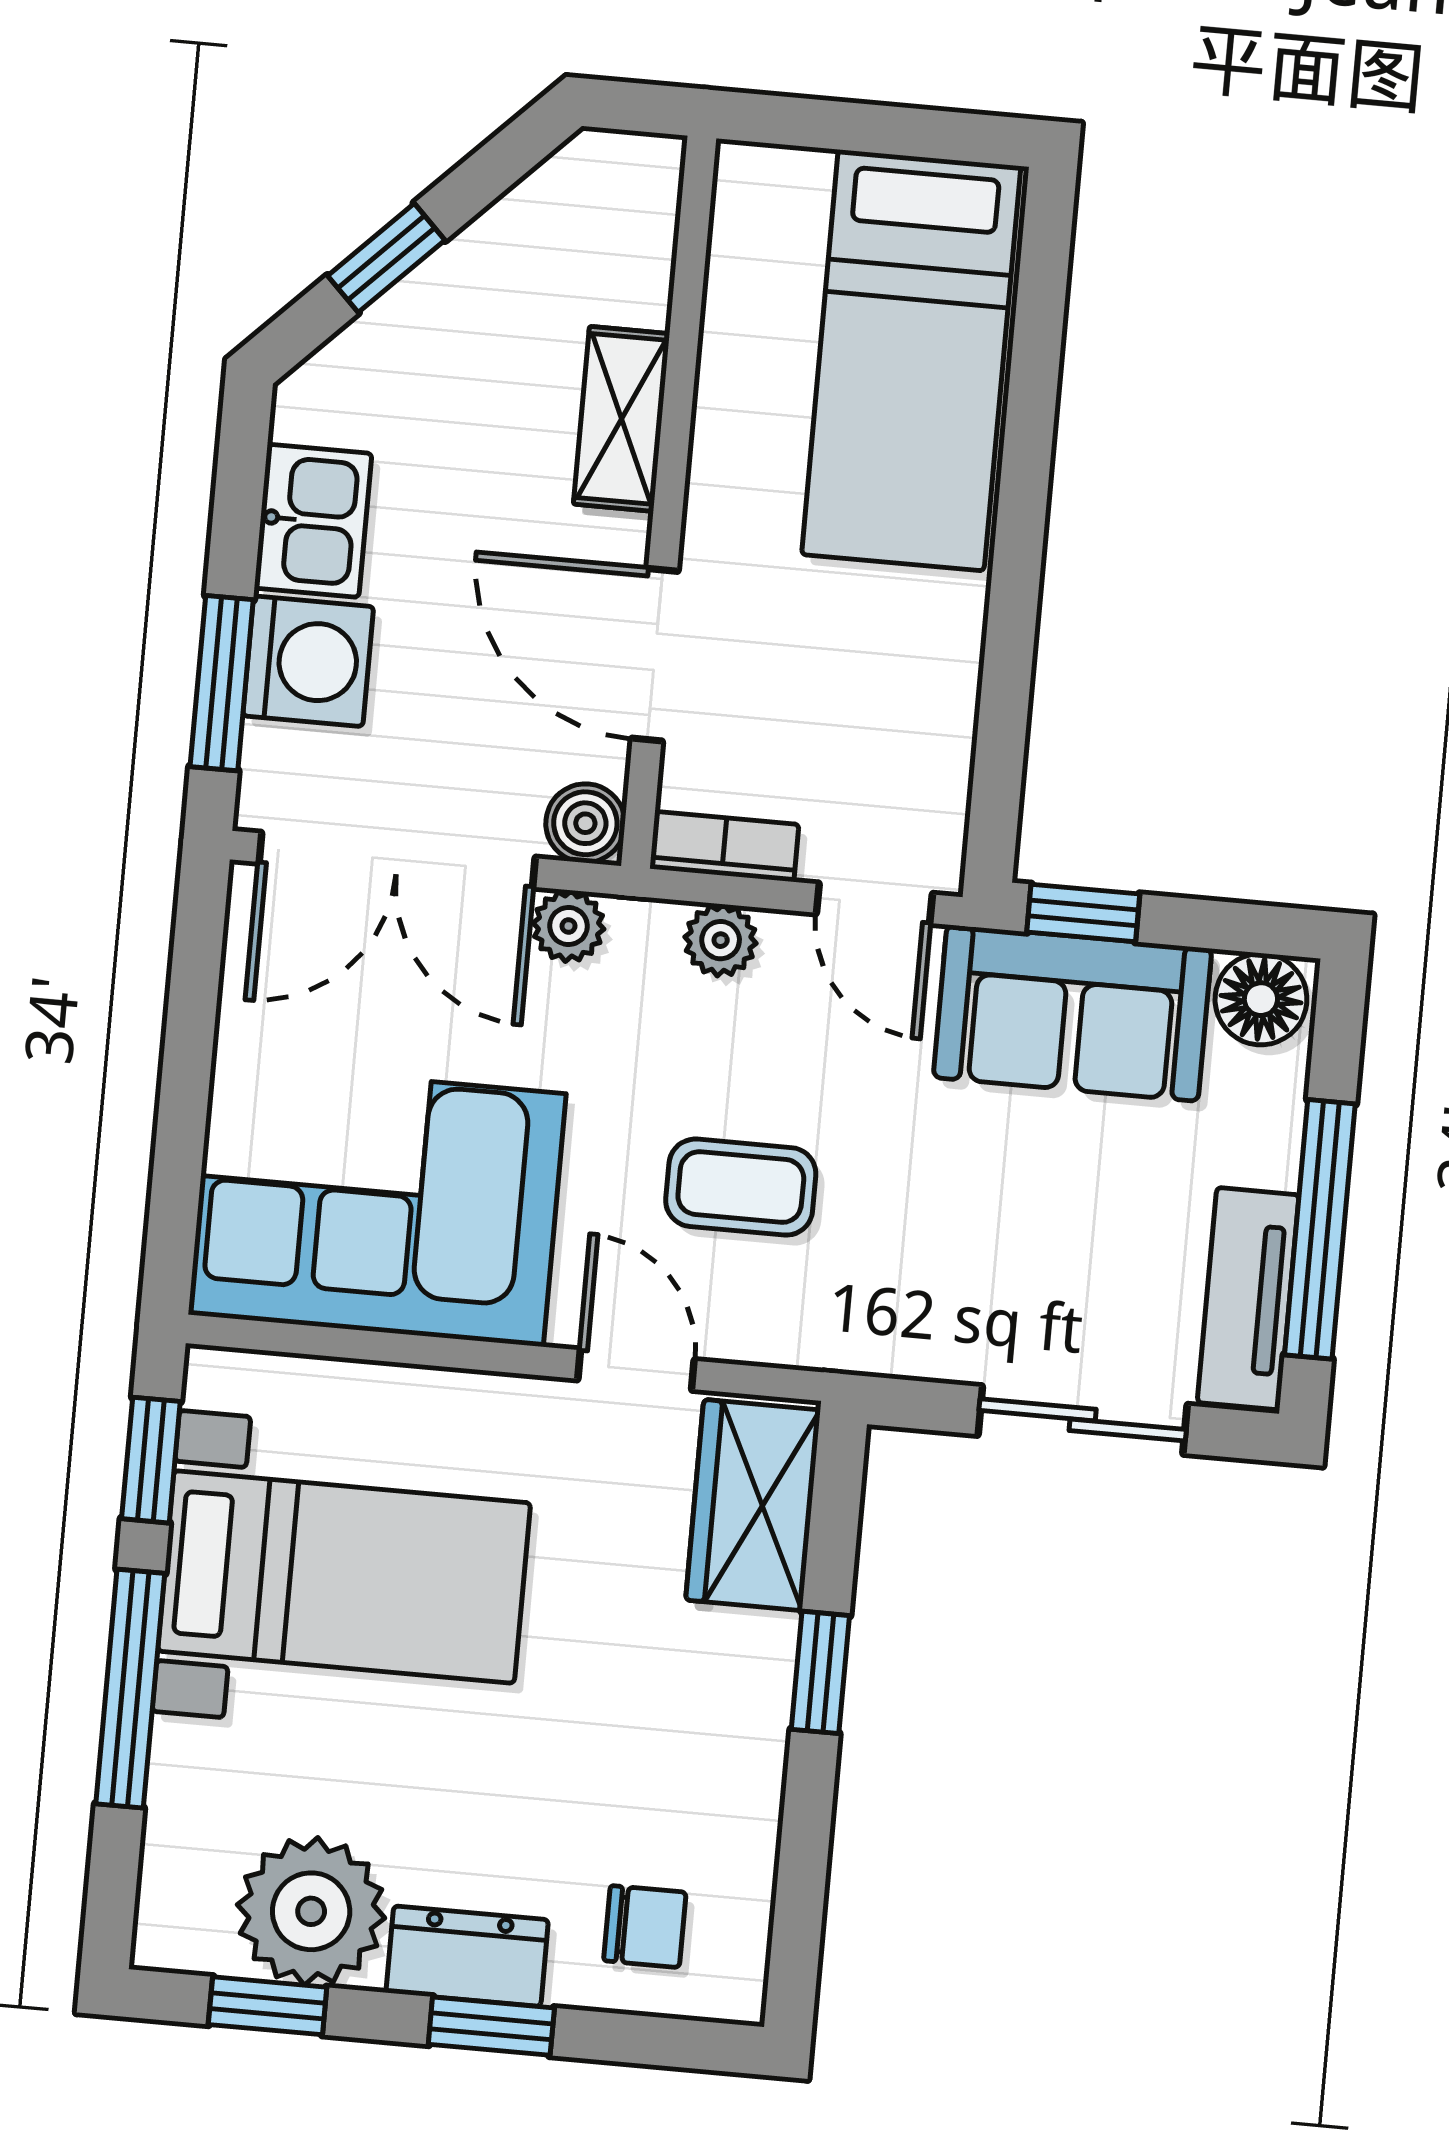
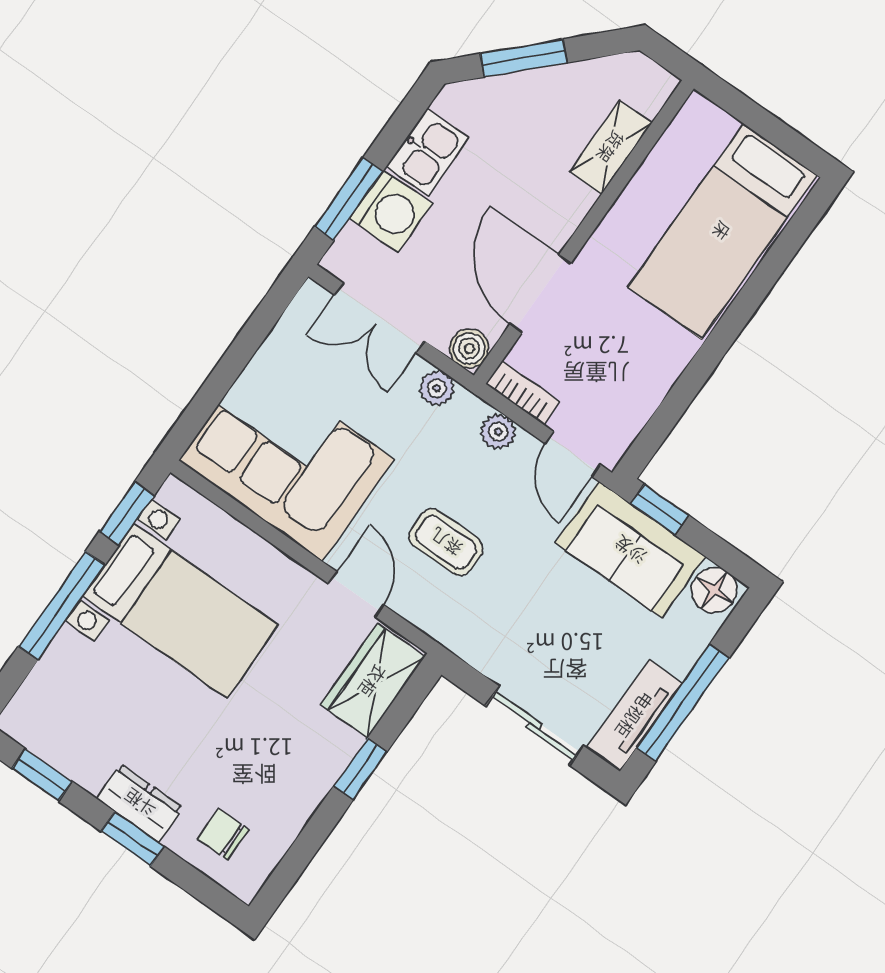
window: (386, 258) -> (524, 58), width x1.50
shelving: (621, 419) -> (611, 147), moved
double door: (397, 860) -> (380, 318), width x0.73
plant: (311, 1911) -> (84, 745), removed
chair: (645, 1927) -> (223, 834), turned 180

